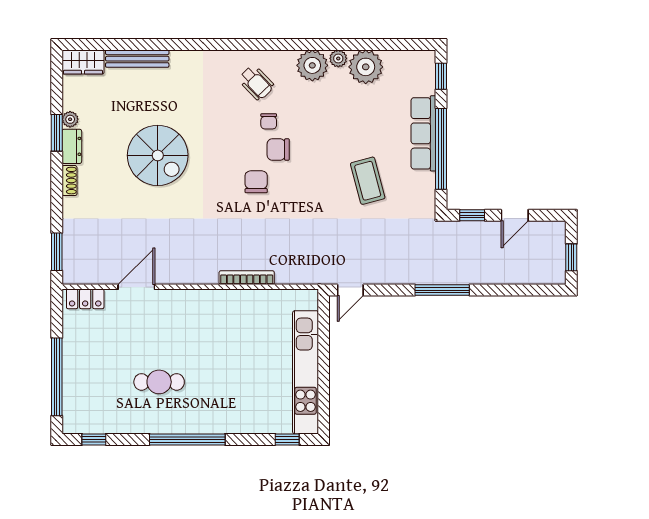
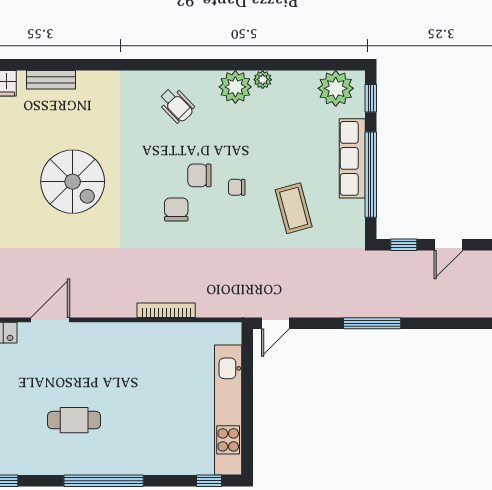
bench: (137, 59) -> (51, 80), width x0.73
plant: (366, 67) -> (336, 88), moved
chair: (269, 121) -> (237, 187), moved, turned 90

